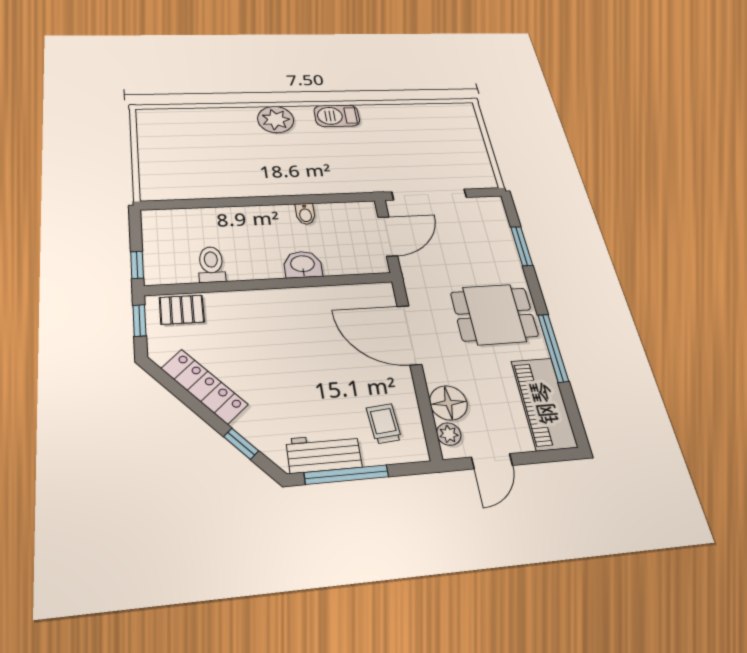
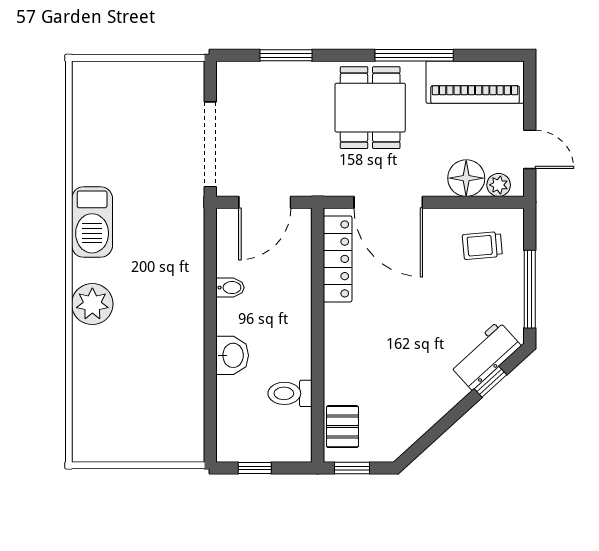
barbecue: (337, 116) -> (92, 222), width x1.37, depth x1.21
door: (388, 236) -> (265, 202), swing flipped
washbasin: (303, 264) -> (232, 355), moved, turned 180
window: (137, 265) -> (255, 468), moved
door: (409, 335) -> (388, 202), hinge flipped
locker: (204, 386) -> (338, 259), moved, turned 132
workbench: (324, 453) -> (485, 355), moved, turned 48

